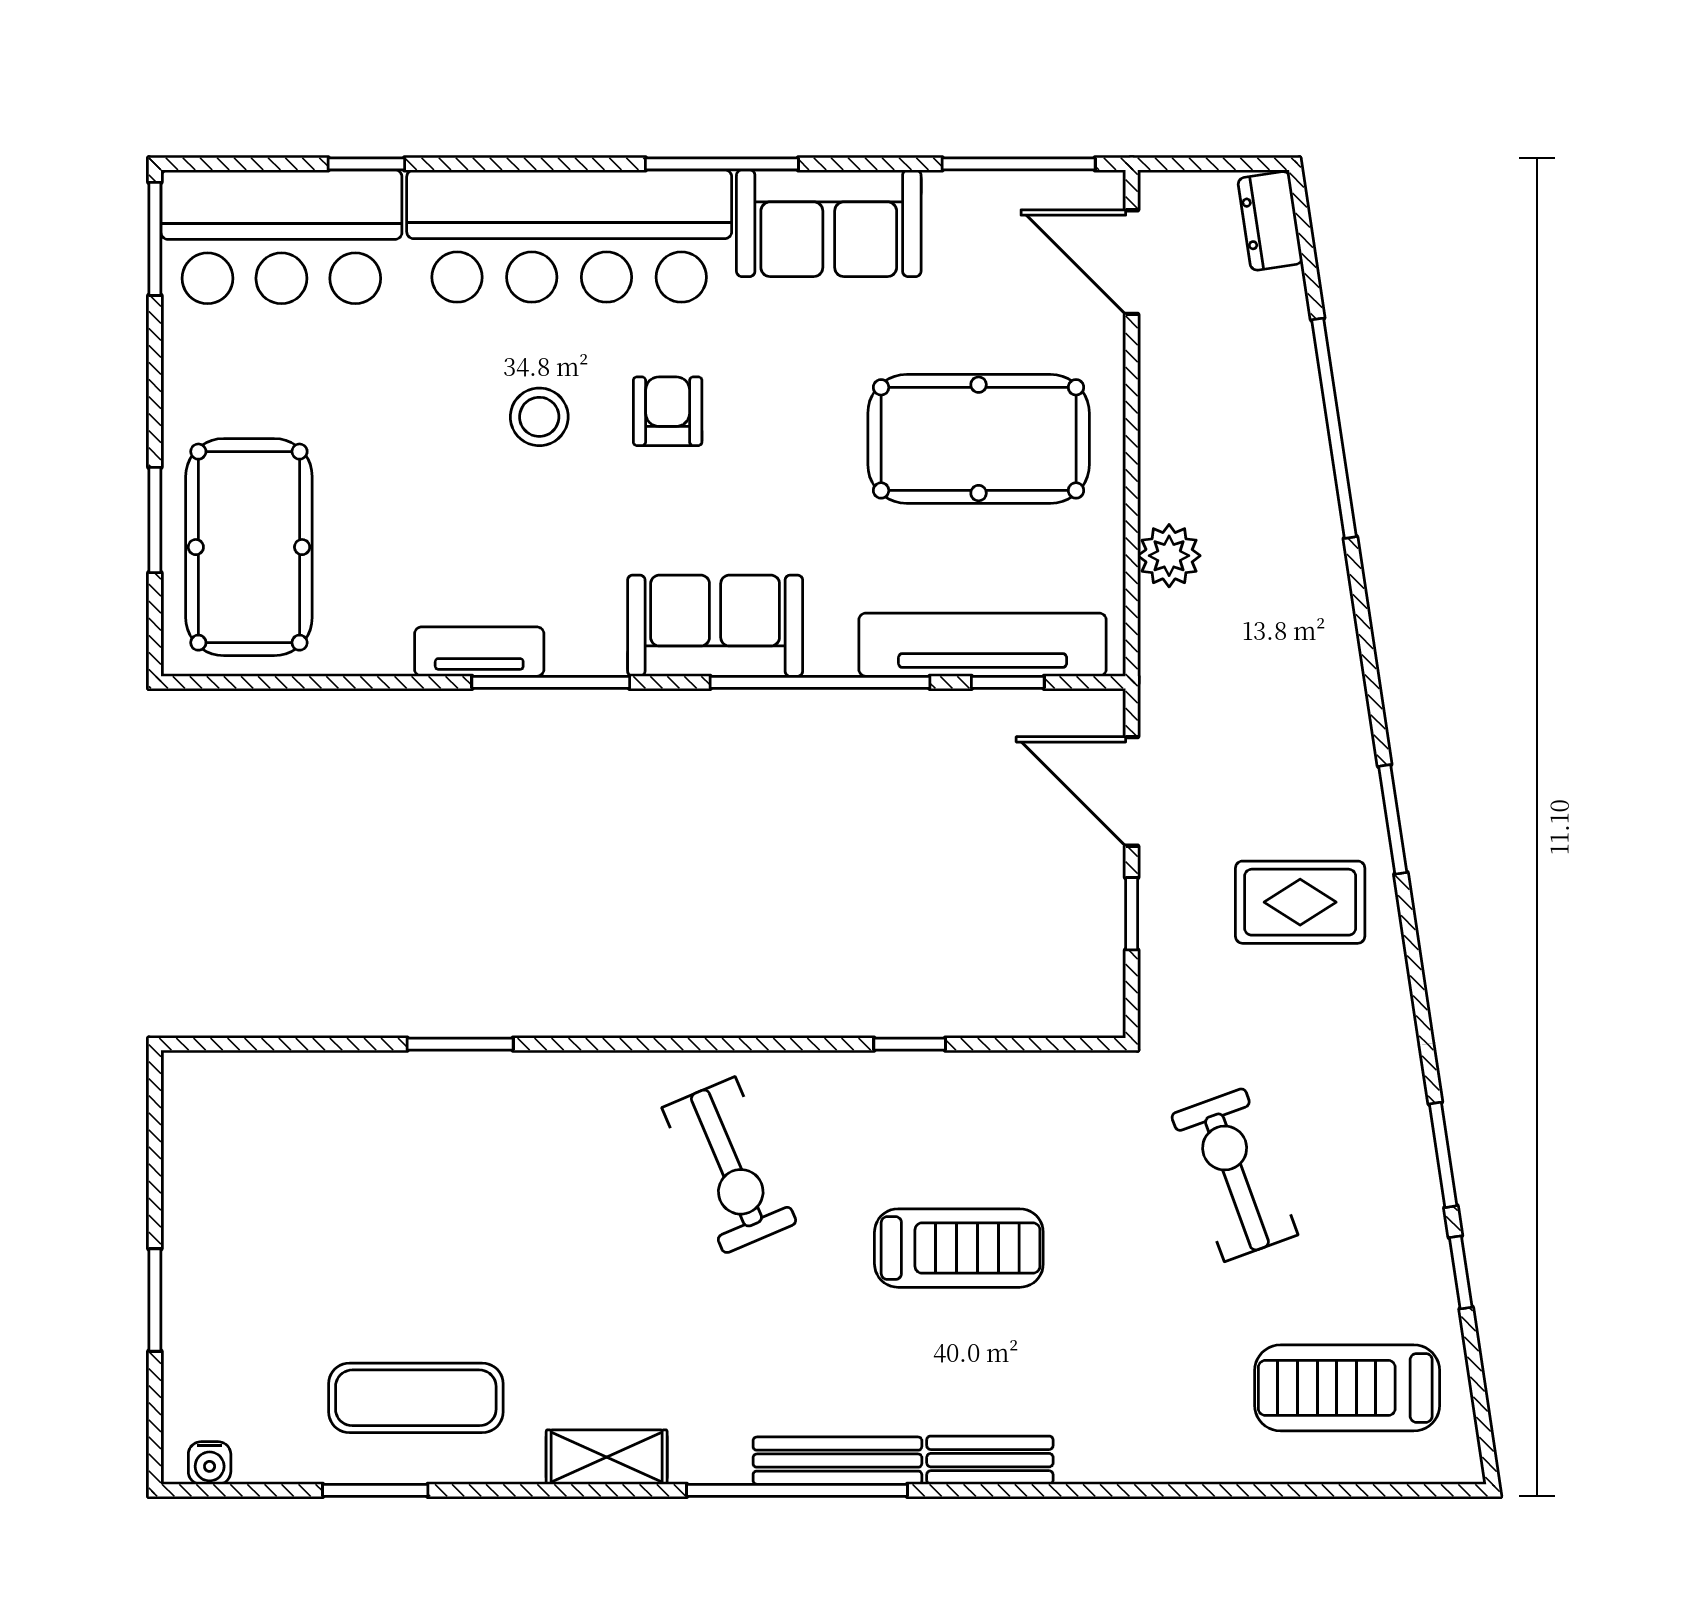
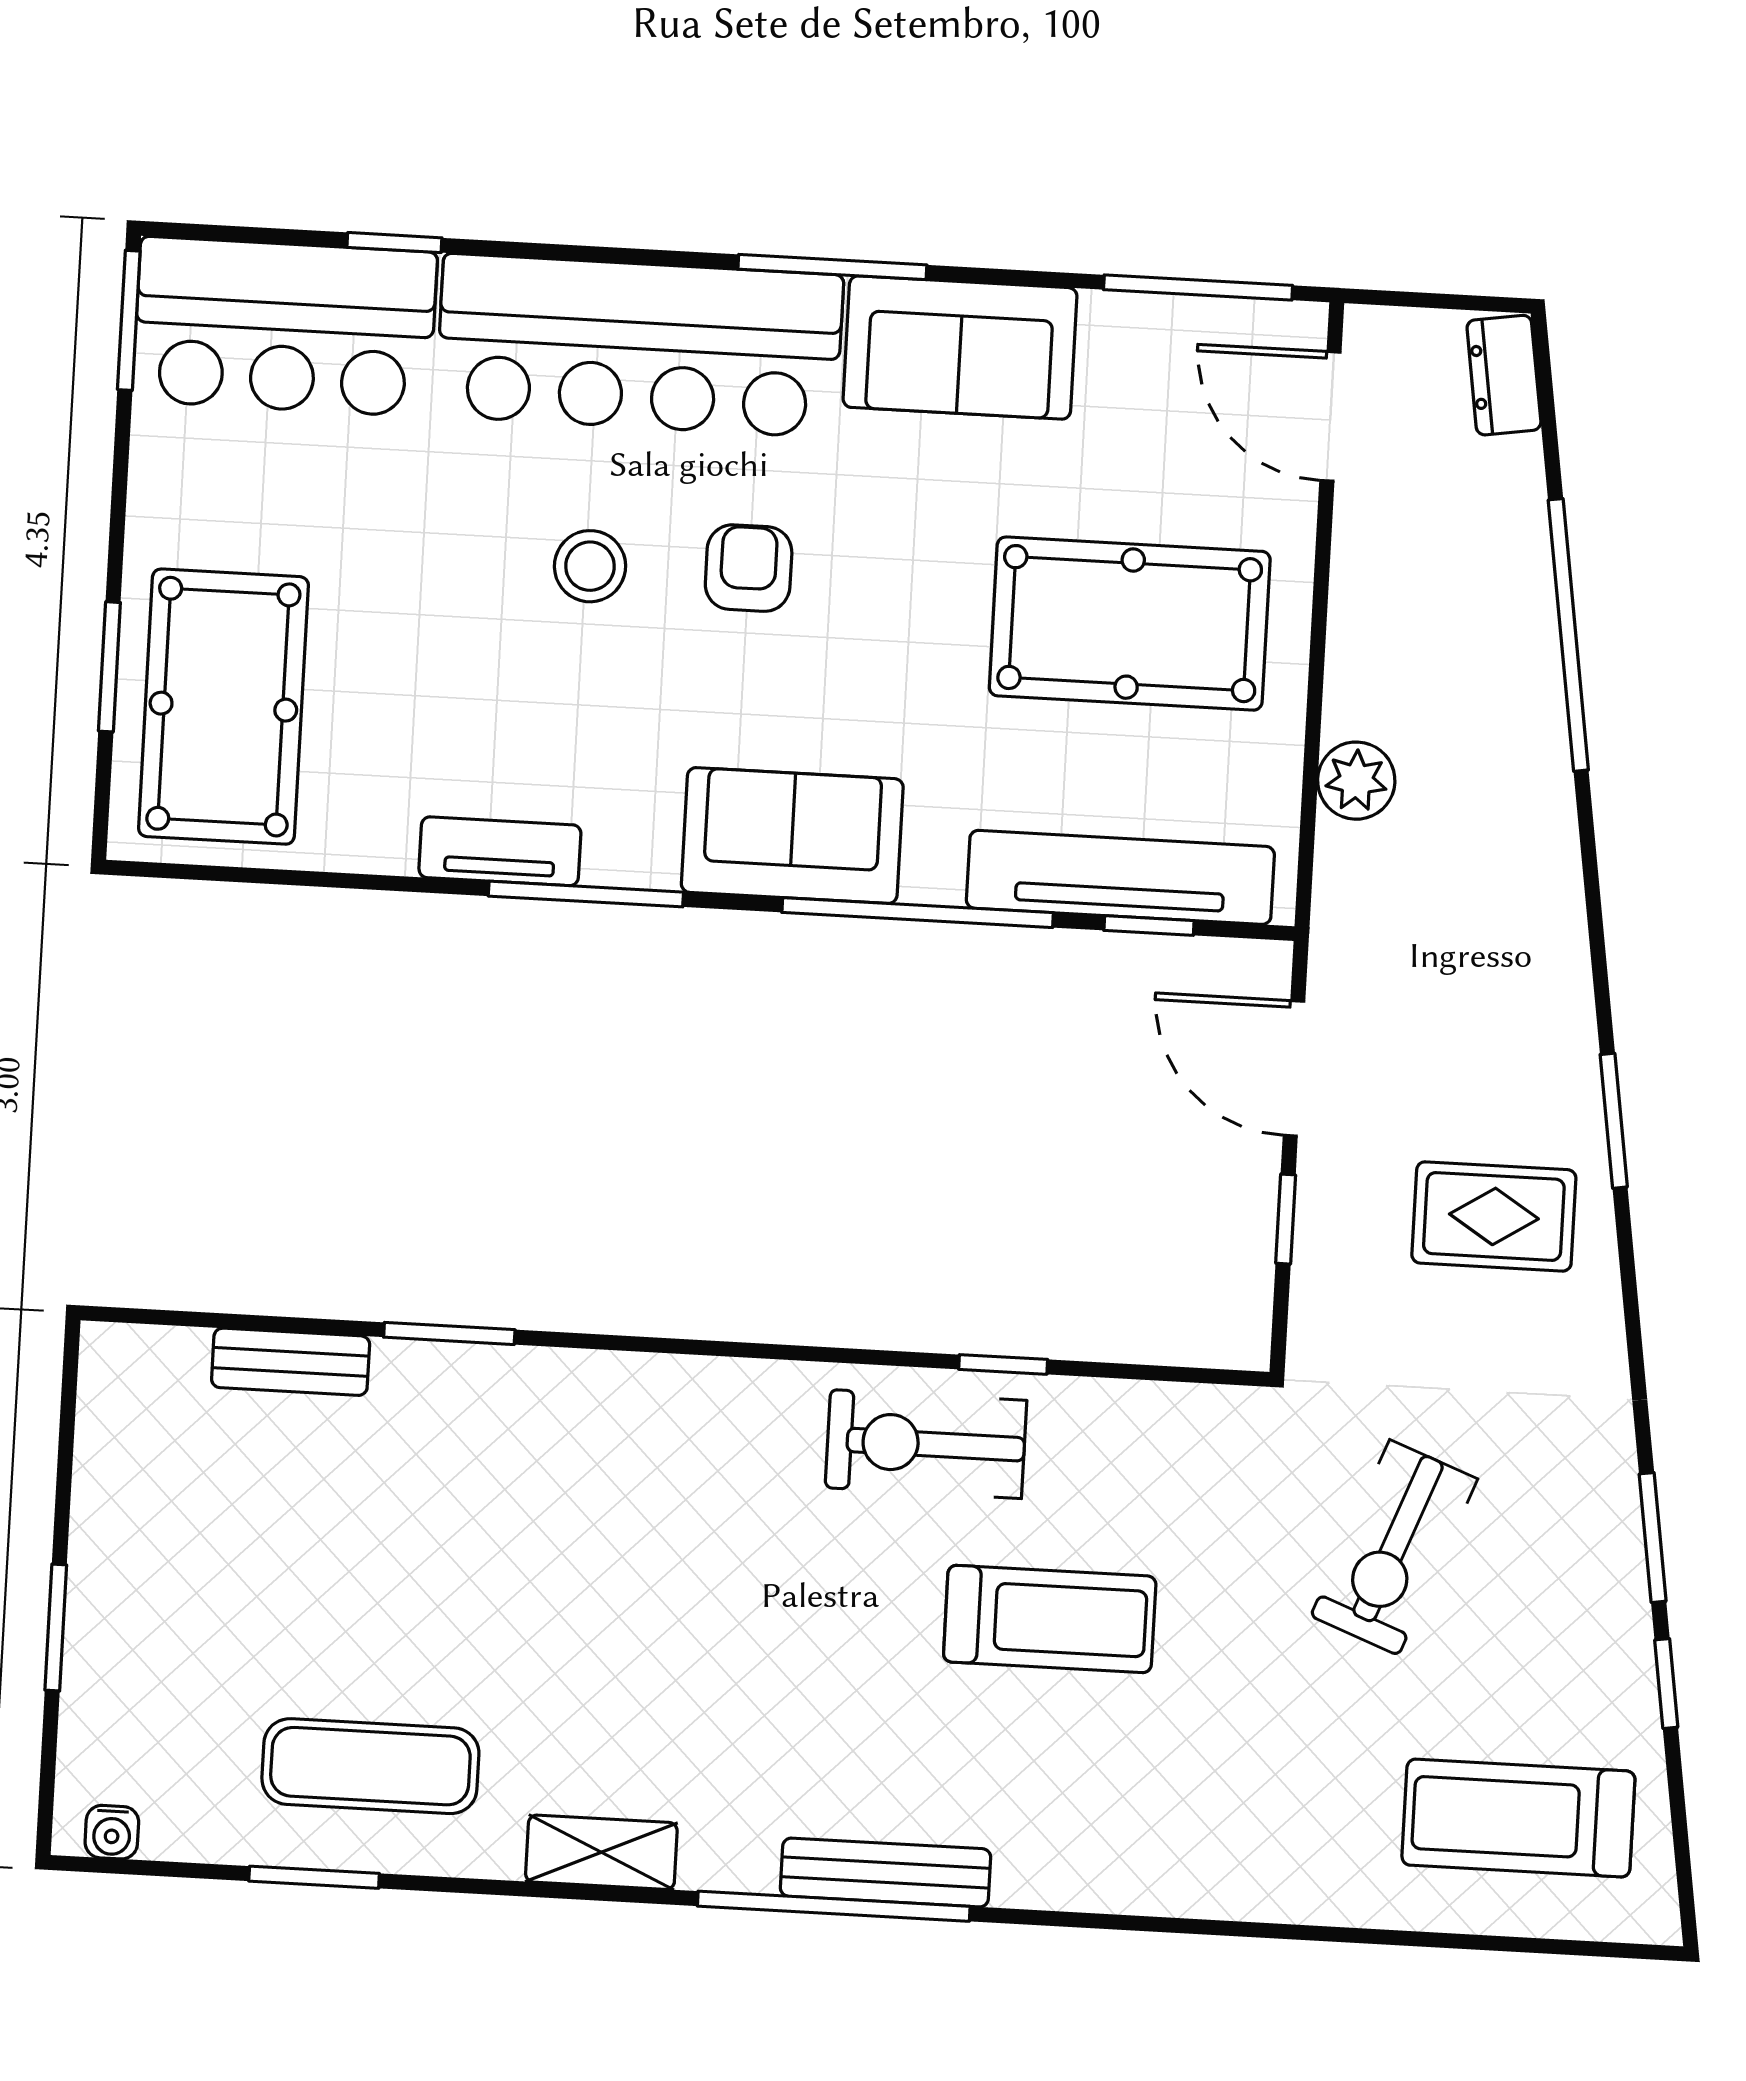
exercise bike: (730, 1165) -> (926, 1444), moved, turned 113
exercise bike: (1234, 1175) -> (1394, 1547), turned -139
bench: (990, 1460) -> (291, 1362), moved

